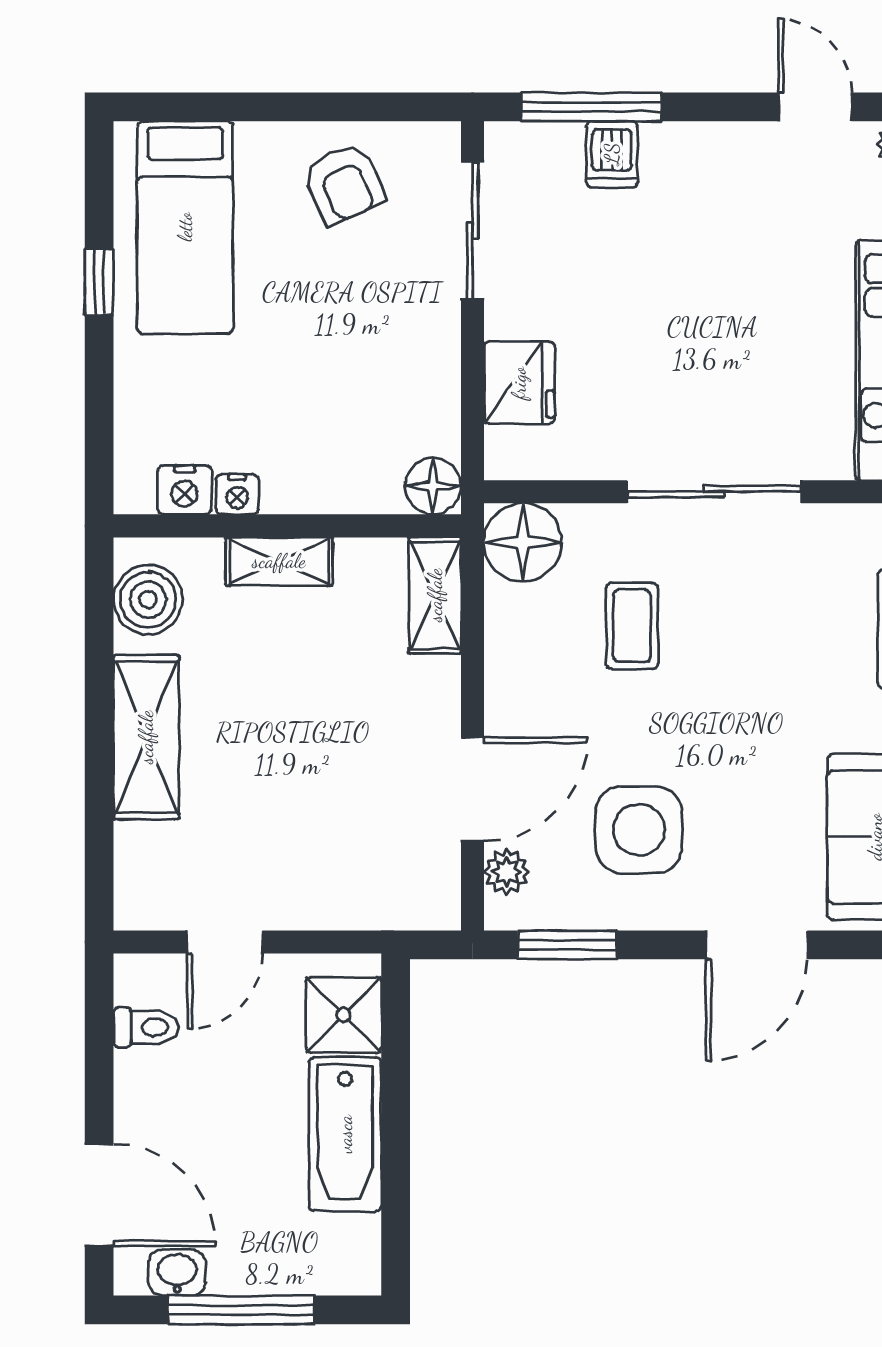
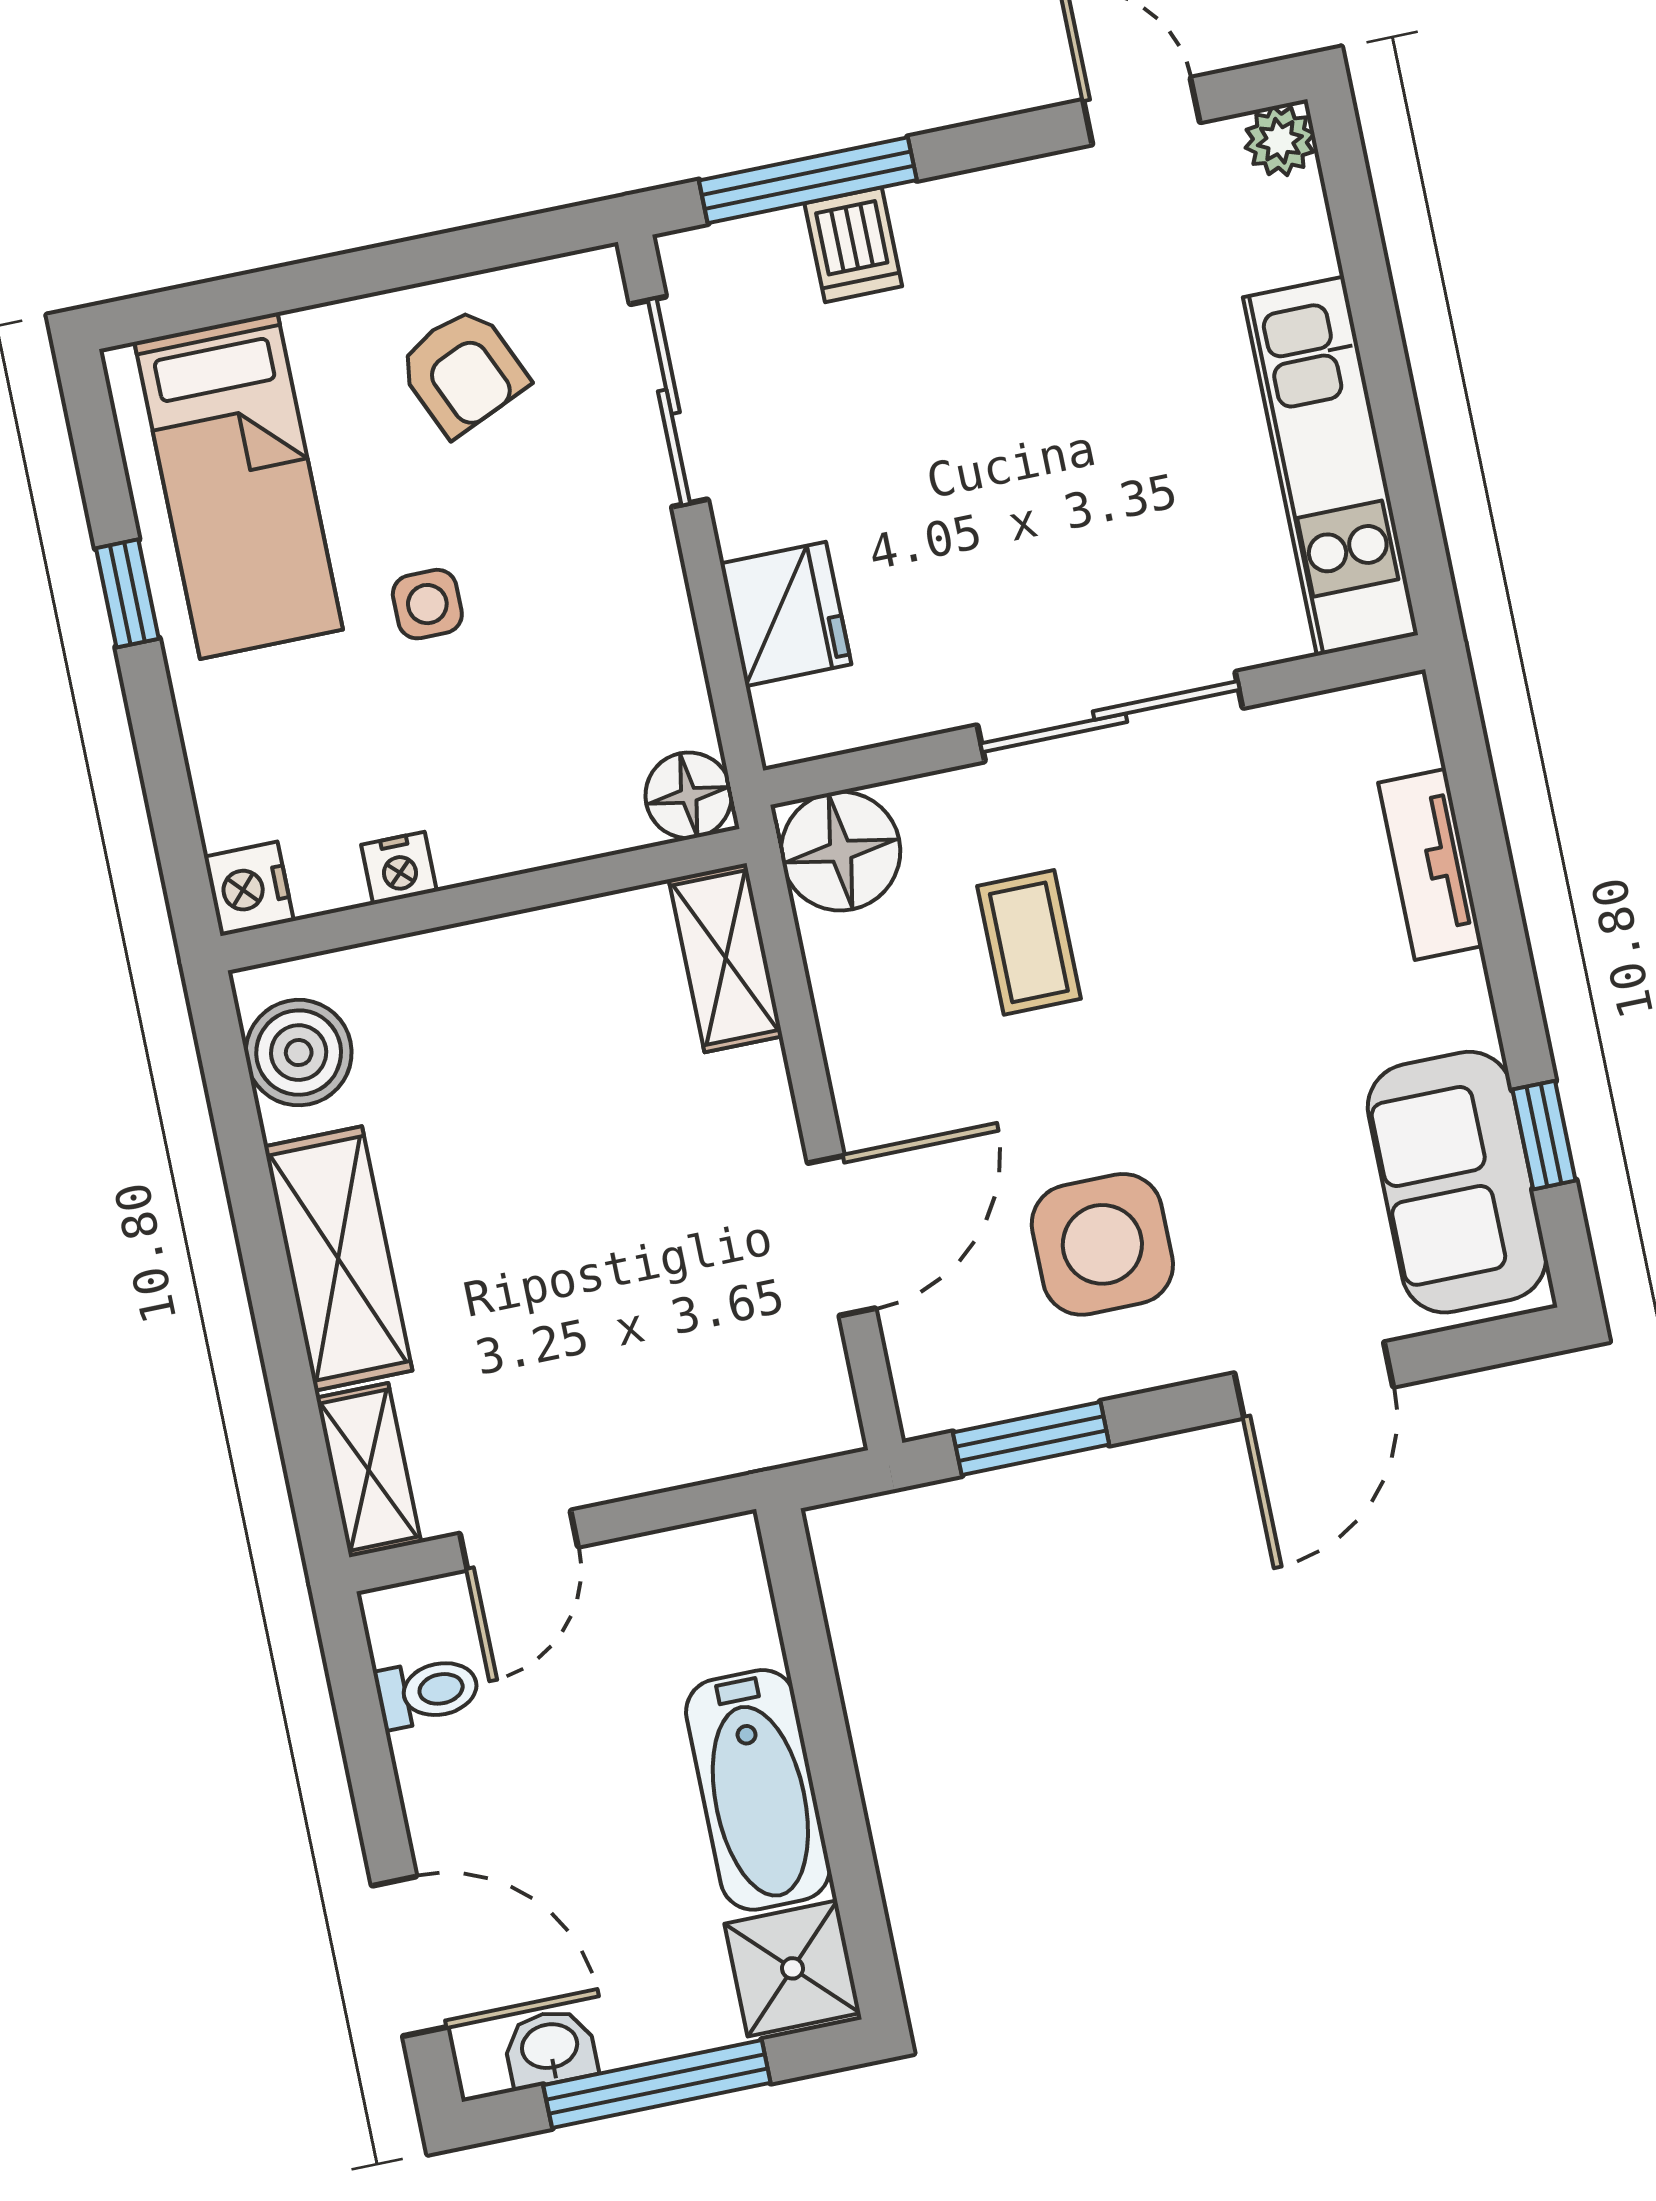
side table: (290, 329) -> (427, 604), added
nightstand: (185, 490) -> (249, 889), moved, turned 90
shelving: (279, 561) -> (369, 1470), moved, turned 90
plant: (507, 872) -> (918, 1348), removed
shower: (344, 1015) -> (792, 1968), moved

